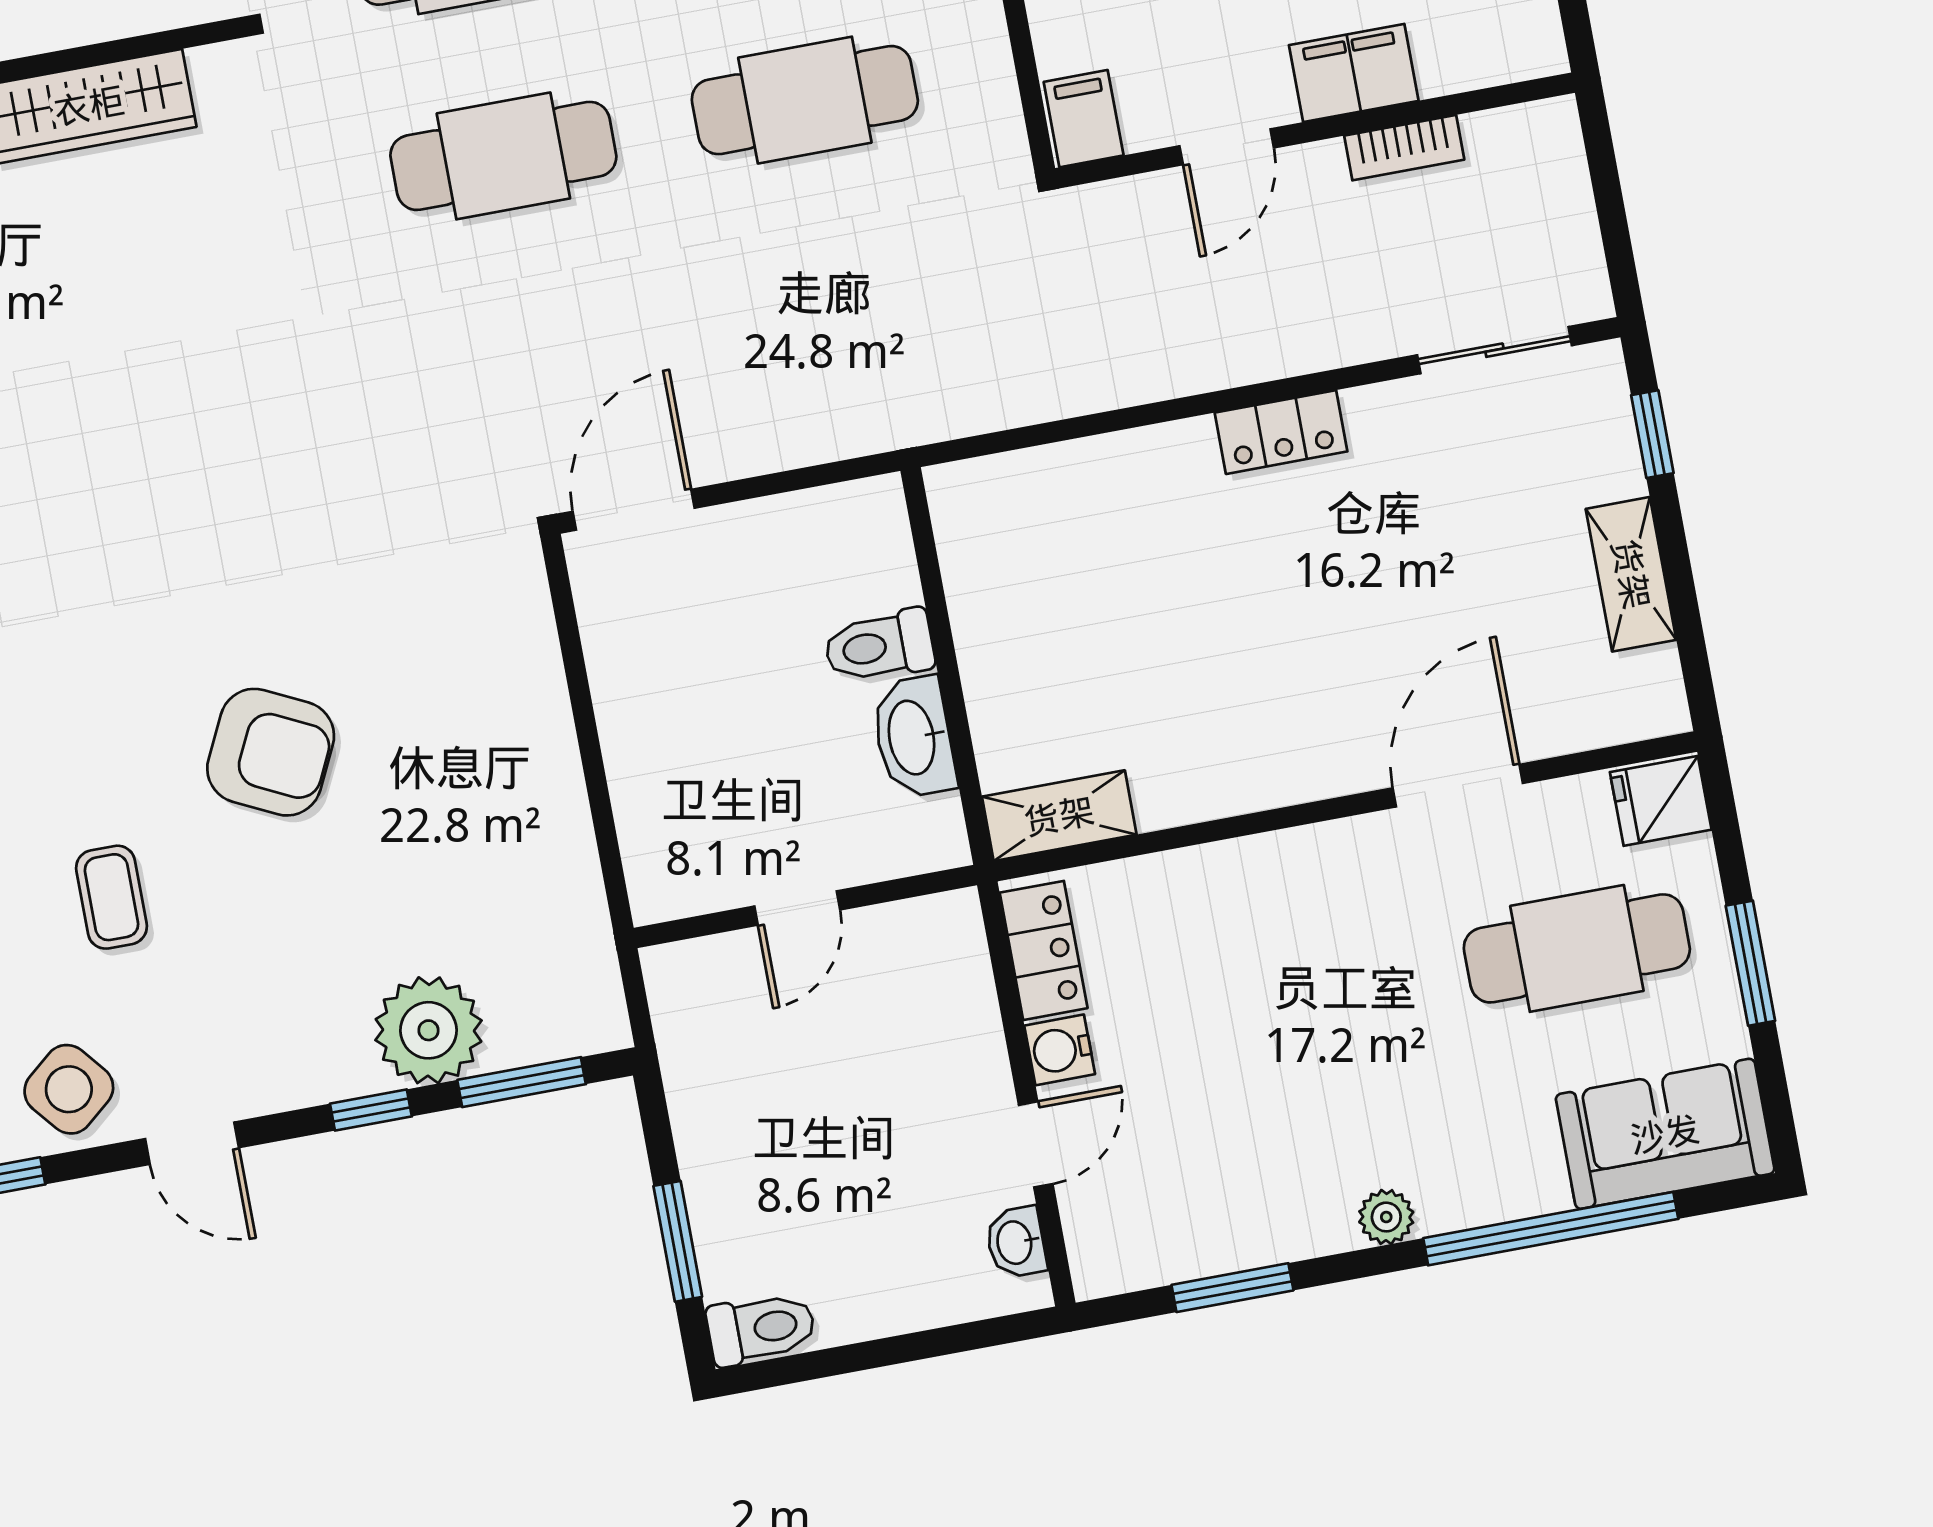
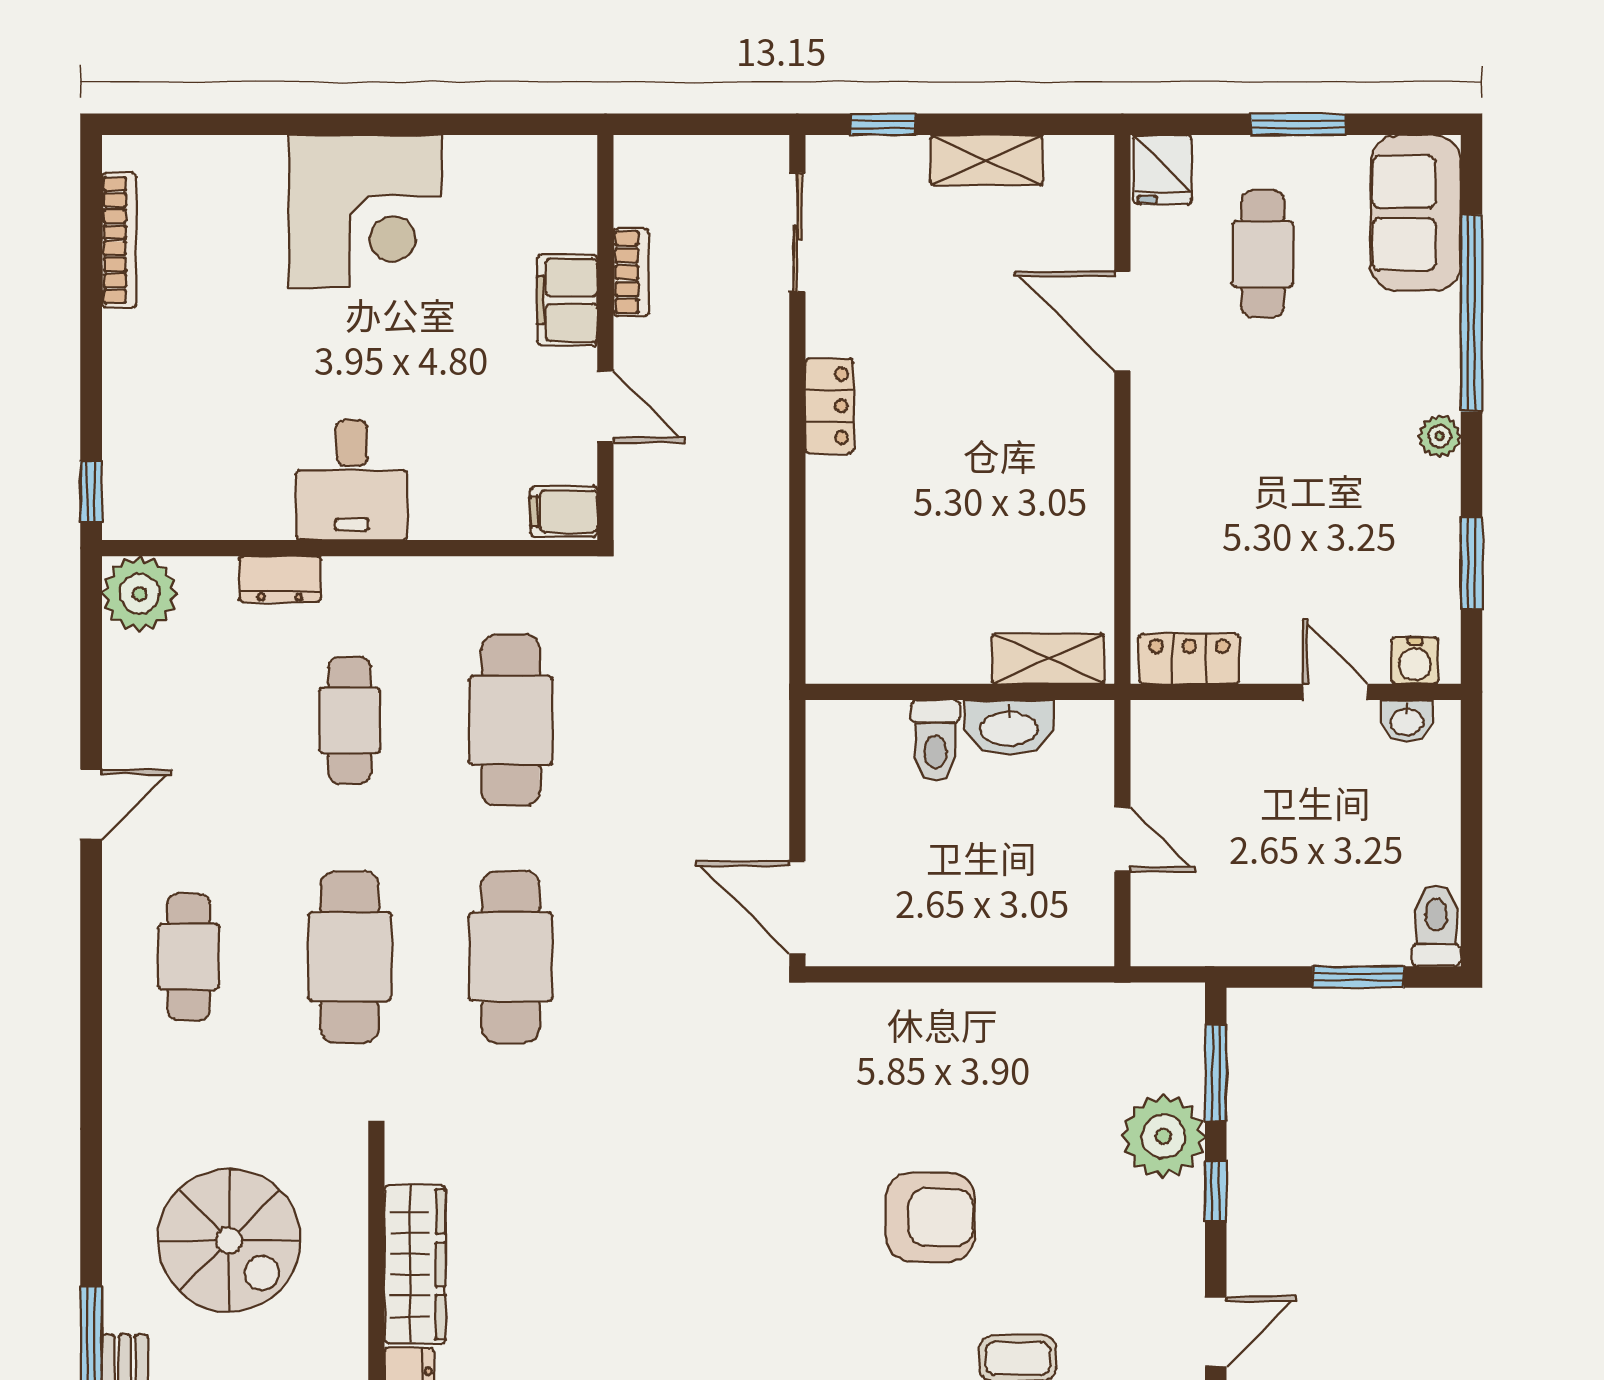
armchair: (271, 752) -> (930, 1217), turned 64
shelving: (1059, 816) -> (1048, 659), moved, turned 90
cafe table: (1577, 948) -> (1263, 254), width x0.73, depth x0.74
water cooler: (1060, 1050) -> (1415, 660), moved

